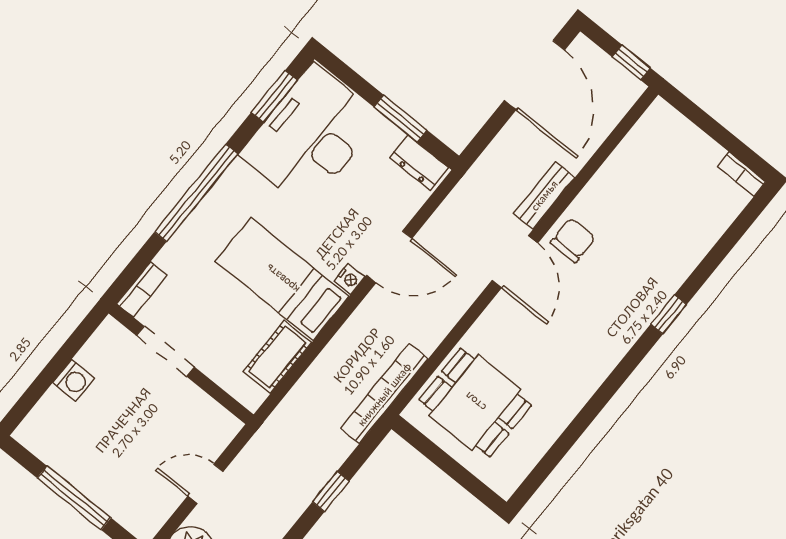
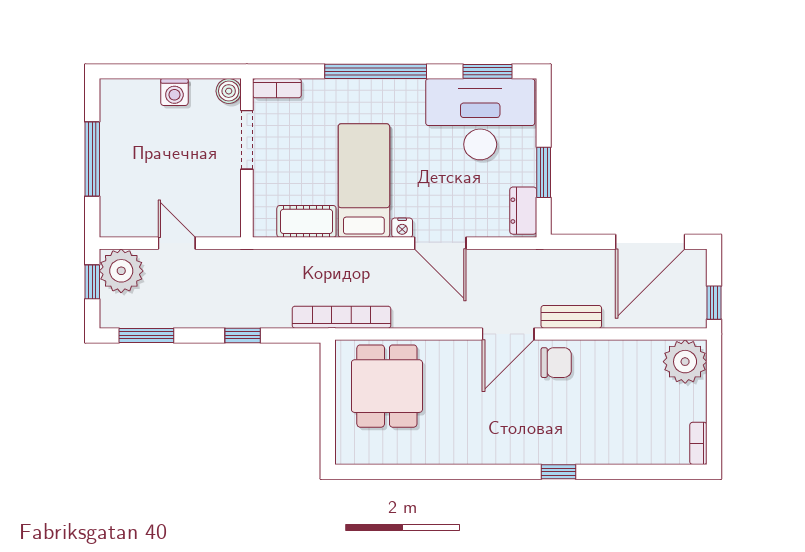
plant: (662, 129) -> (685, 362), added
boiler: (111, 333) -> (229, 91), added

